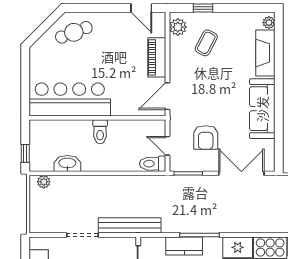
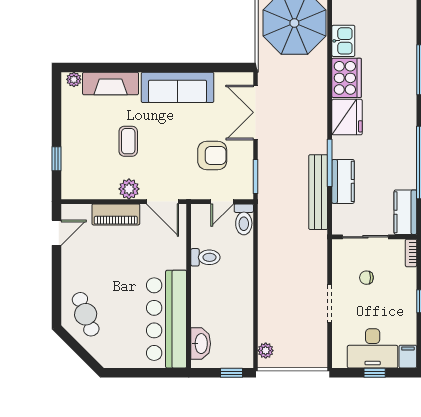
plant: (178, 27) -> (129, 189), moved
coffee table: (206, 43) -> (128, 141), moved, turned 62
toilet: (100, 132) -> (205, 257), moved
washbasin: (67, 163) -> (201, 344), moved, turned 180
bench: (130, 225) -> (318, 192), moved

